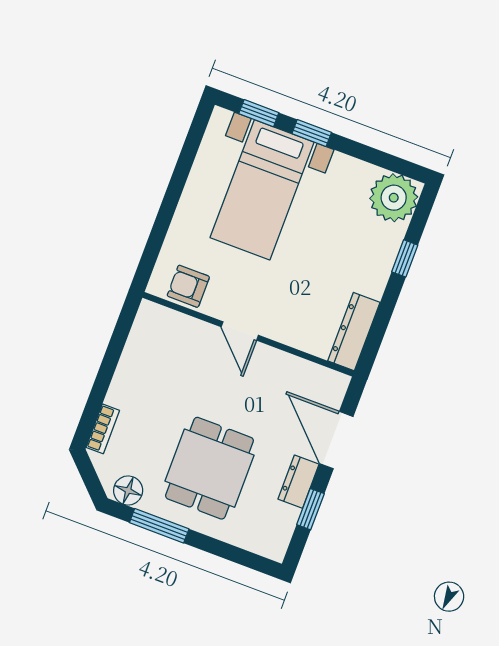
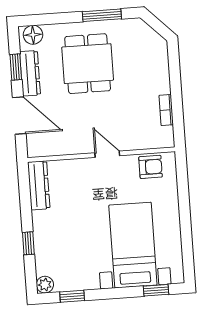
window: (312, 133) -> (72, 296), moved
plant: (394, 198) -> (45, 285), width x0.53, depth x0.53
bookcase: (103, 429) -> (166, 110), moved
dresser: (299, 482) -> (30, 73), width x1.44
floor lamp: (128, 490) -> (33, 35), moved

